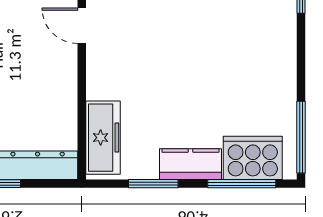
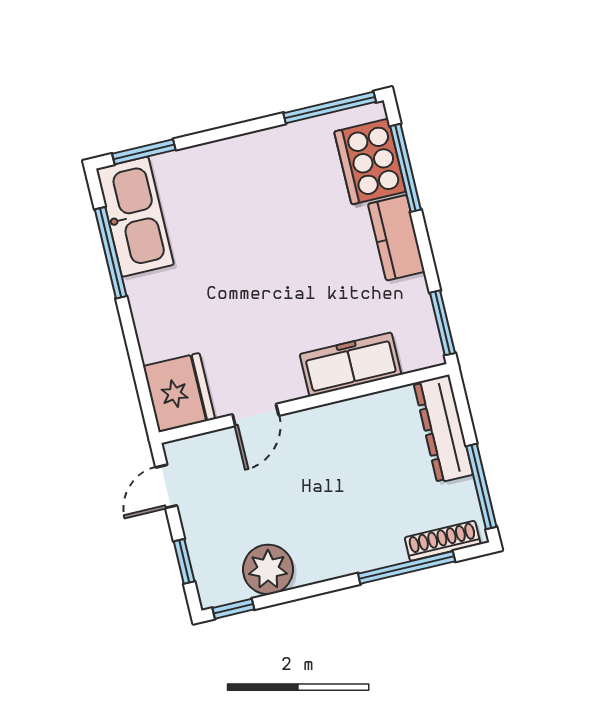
freezer: (103, 138) -> (351, 364), moved
window: (153, 184) -> (442, 323), moved

